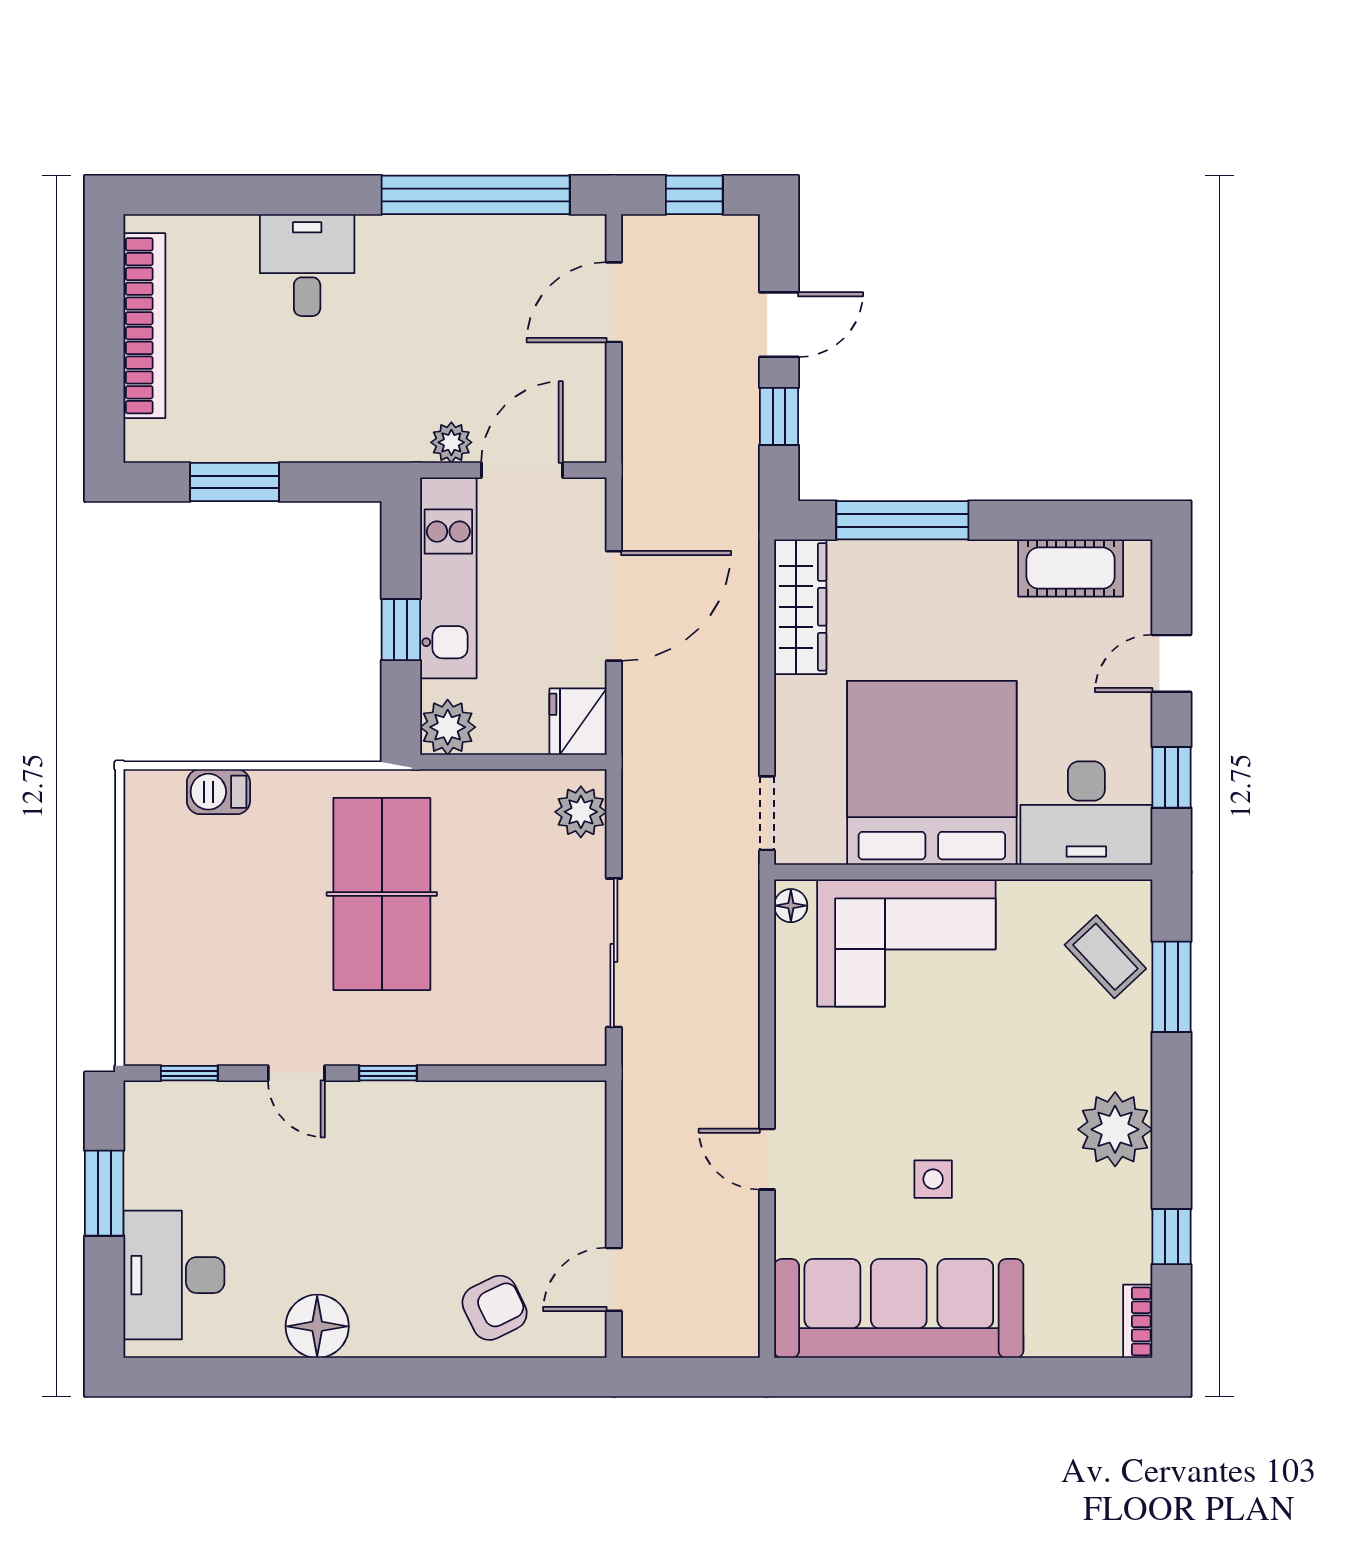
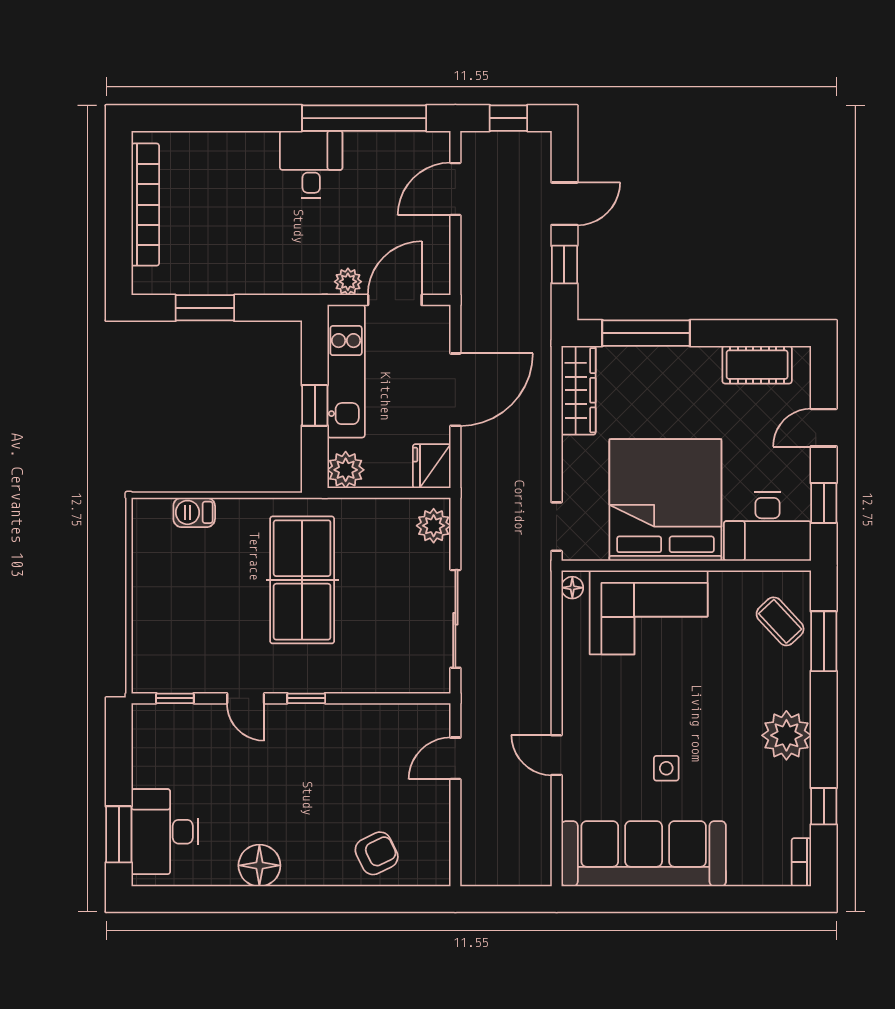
desk: (307, 265) -> (311, 164), moved
window: (104, 1193) -> (119, 834), moved
door: (614, 1279) -> (455, 758), moved

